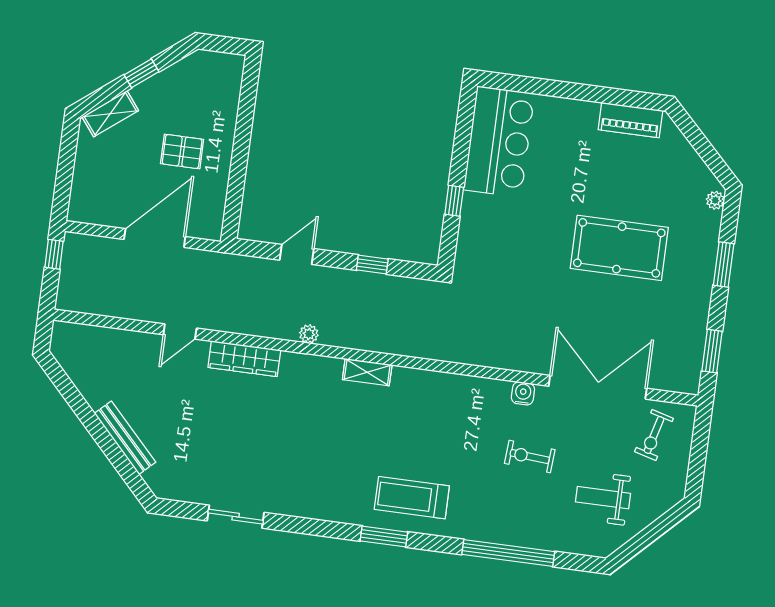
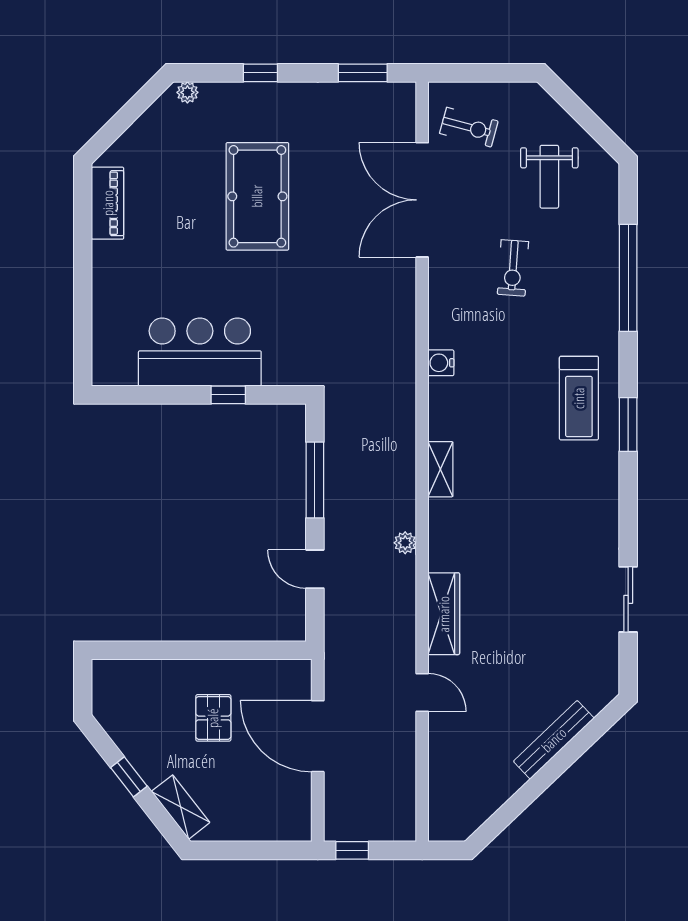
bar counter: (499, 142) -> (200, 352), moved
window: (372, 264) -> (315, 480), width x2.17
window: (724, 264) -> (260, 73), width x0.67
water cooler: (523, 393) -> (441, 363), moved

